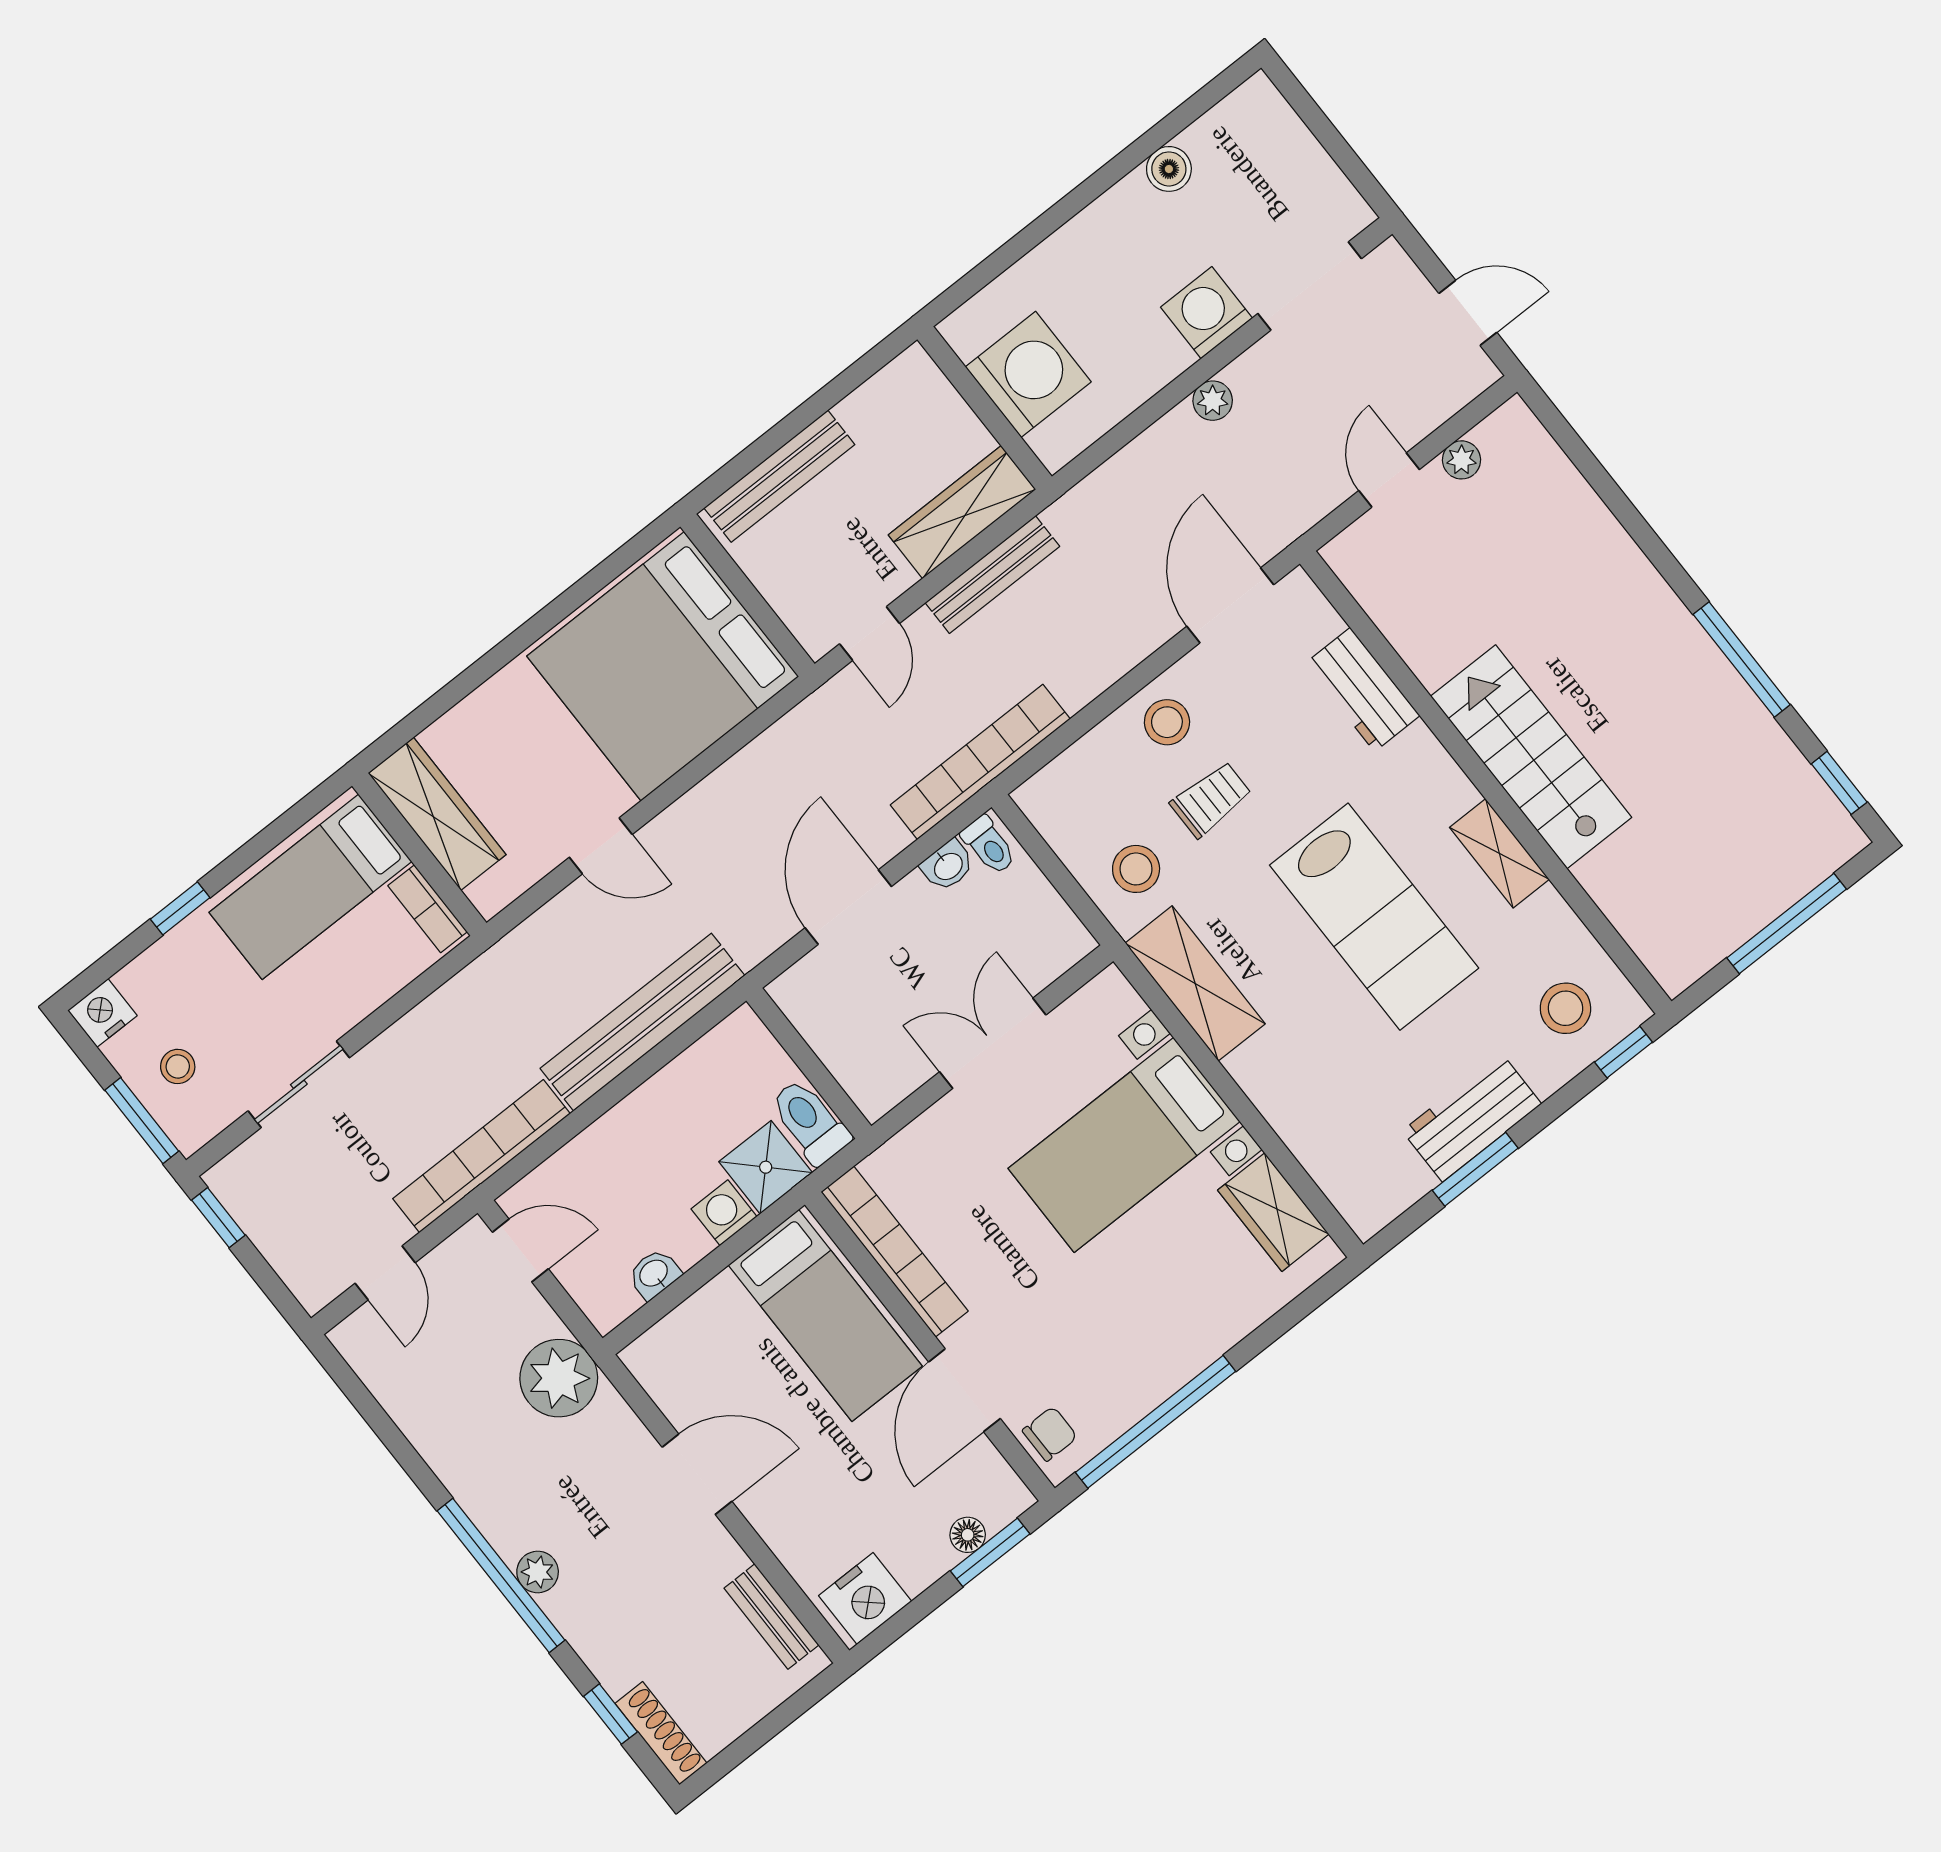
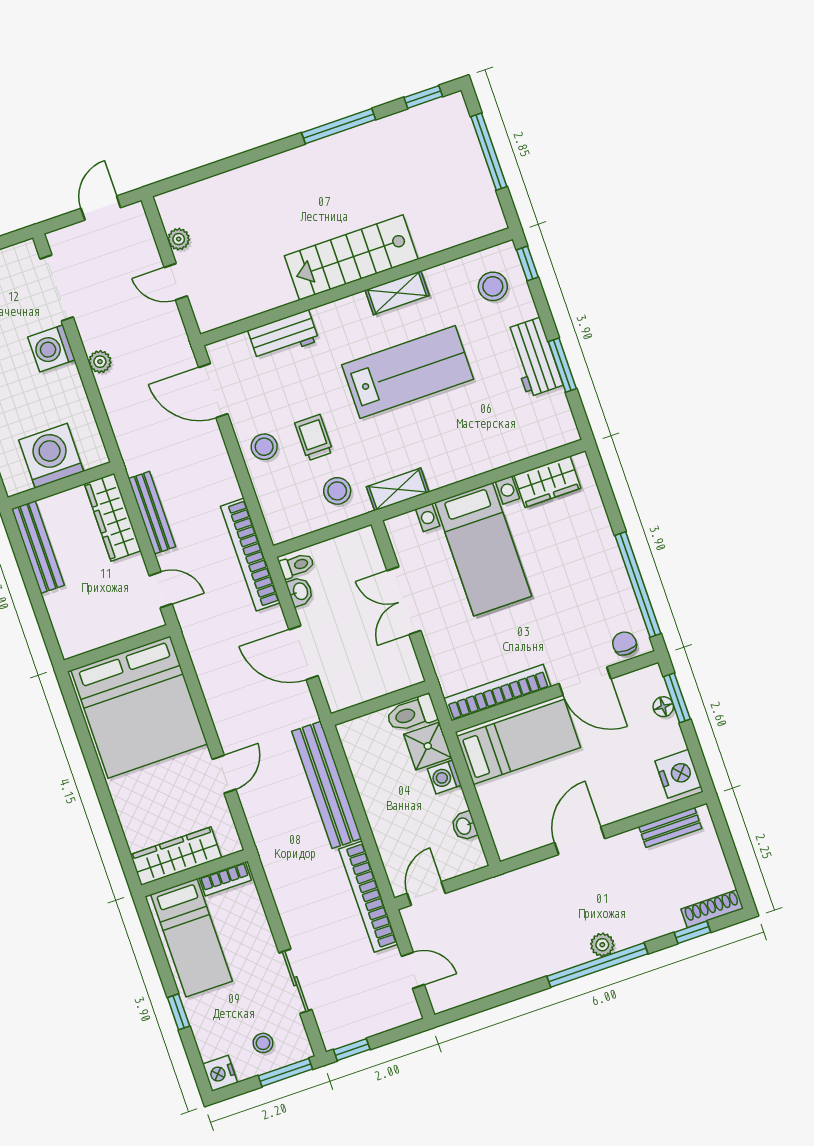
bench: (779, 476) -> (38, 547), moved
shelving: (1195, 983) -> (398, 489), width x0.67, depth x0.75
plant: (559, 1378) -> (502, 897), removed

